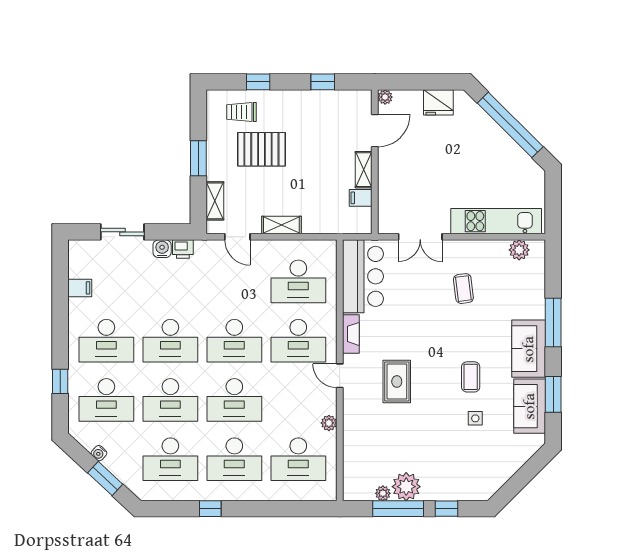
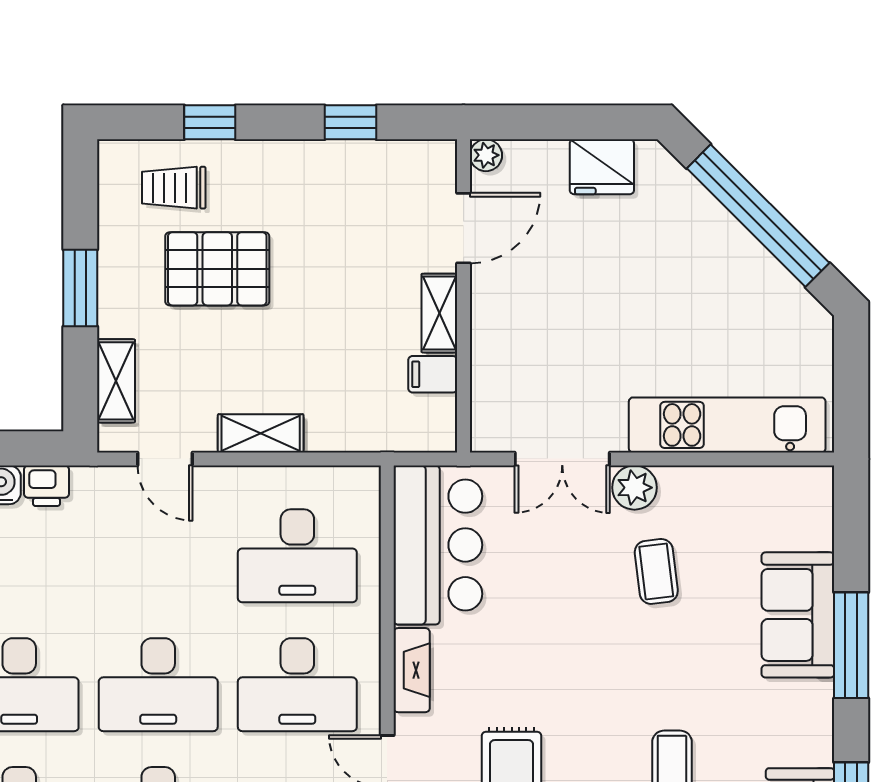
plant: (519, 250) -> (634, 488), moved
sofa: (529, 349) -> (798, 615), moved

